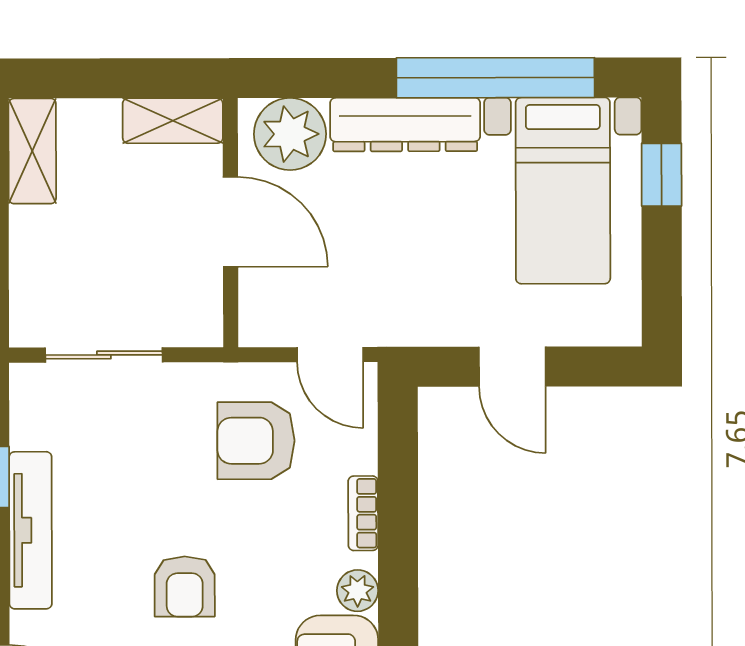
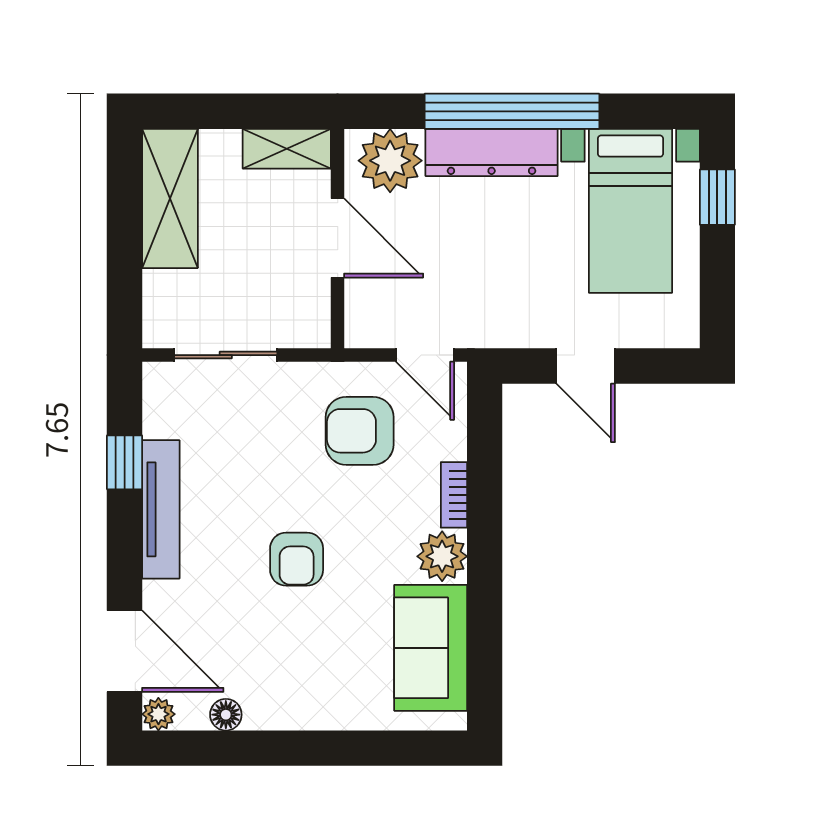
window: (495, 78) -> (512, 111), moved
shelving: (32, 151) -> (170, 198), width x1.50, depth x1.33
plant: (358, 591) -> (442, 556), width x1.38, depth x1.38

